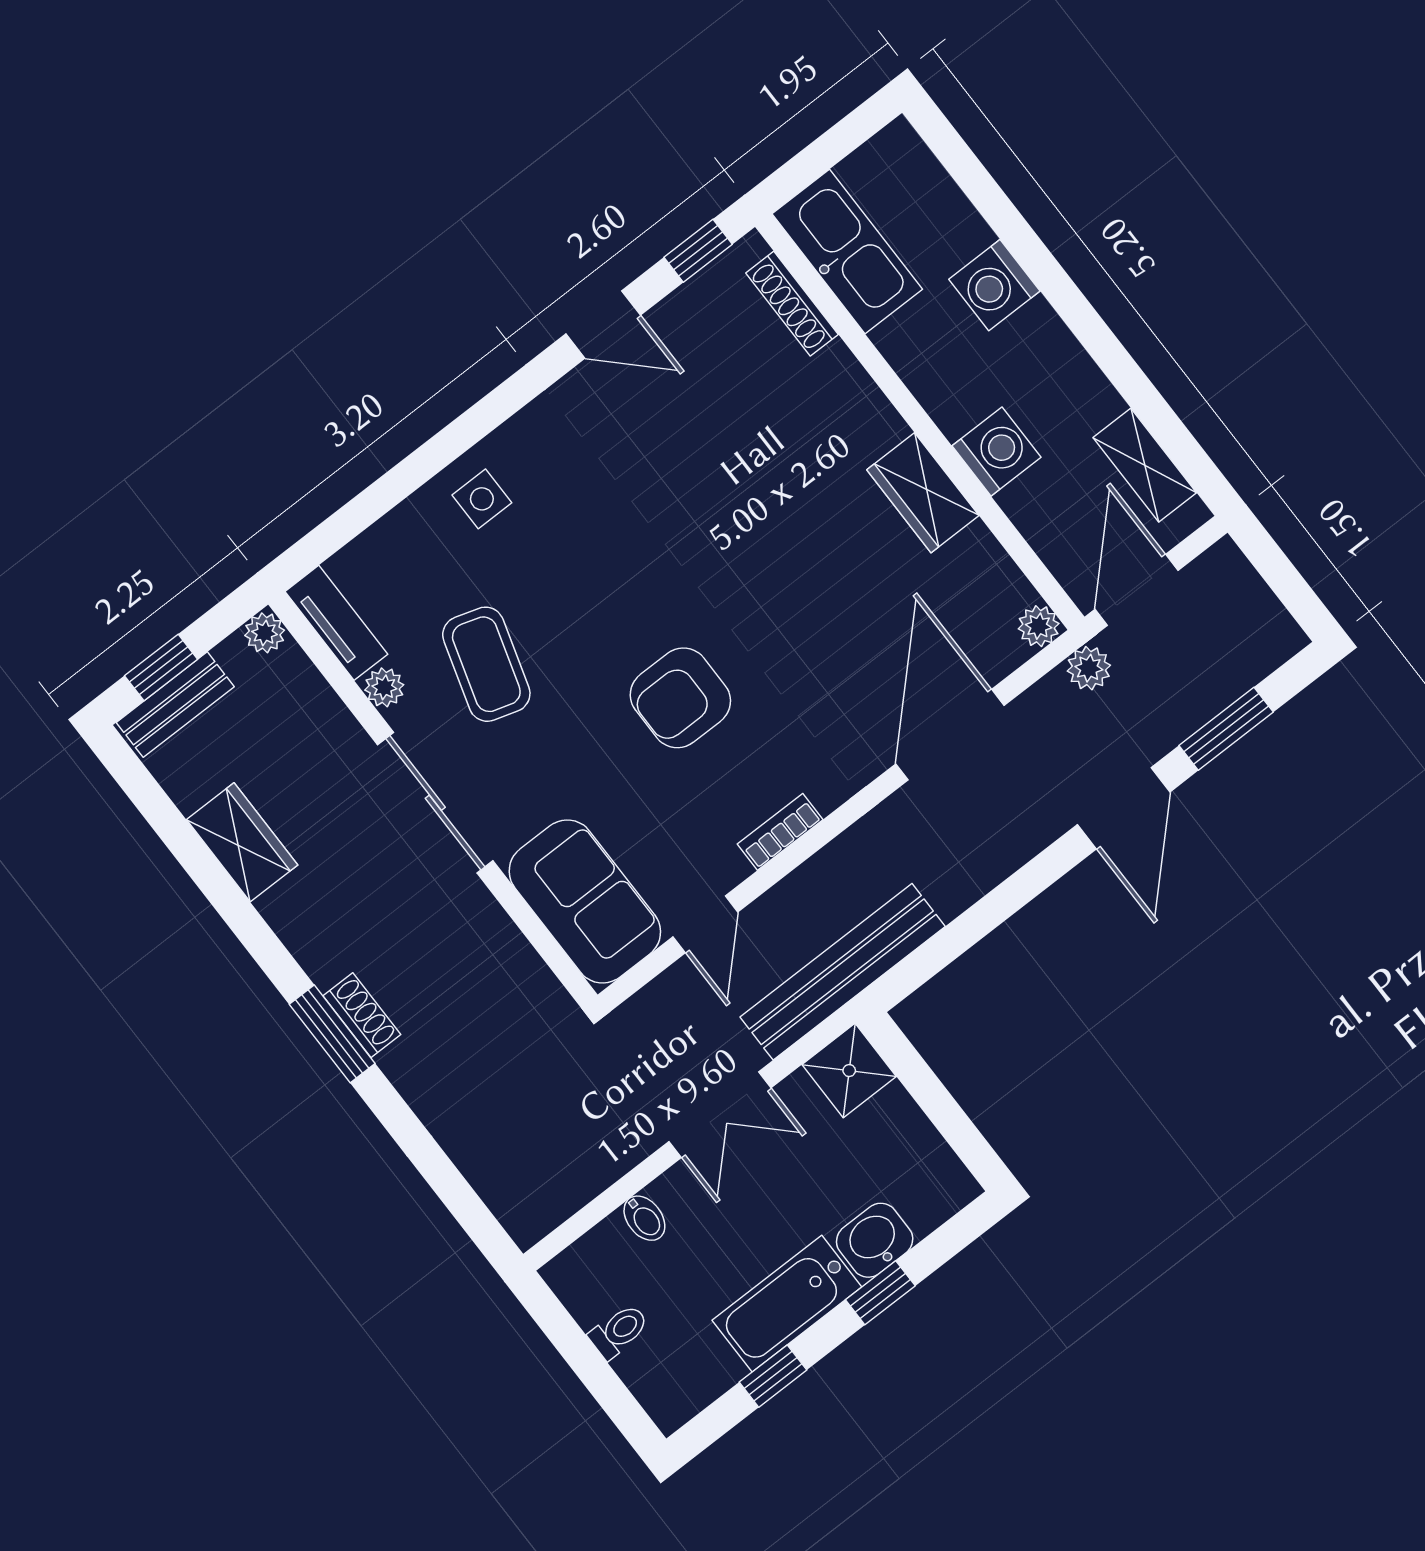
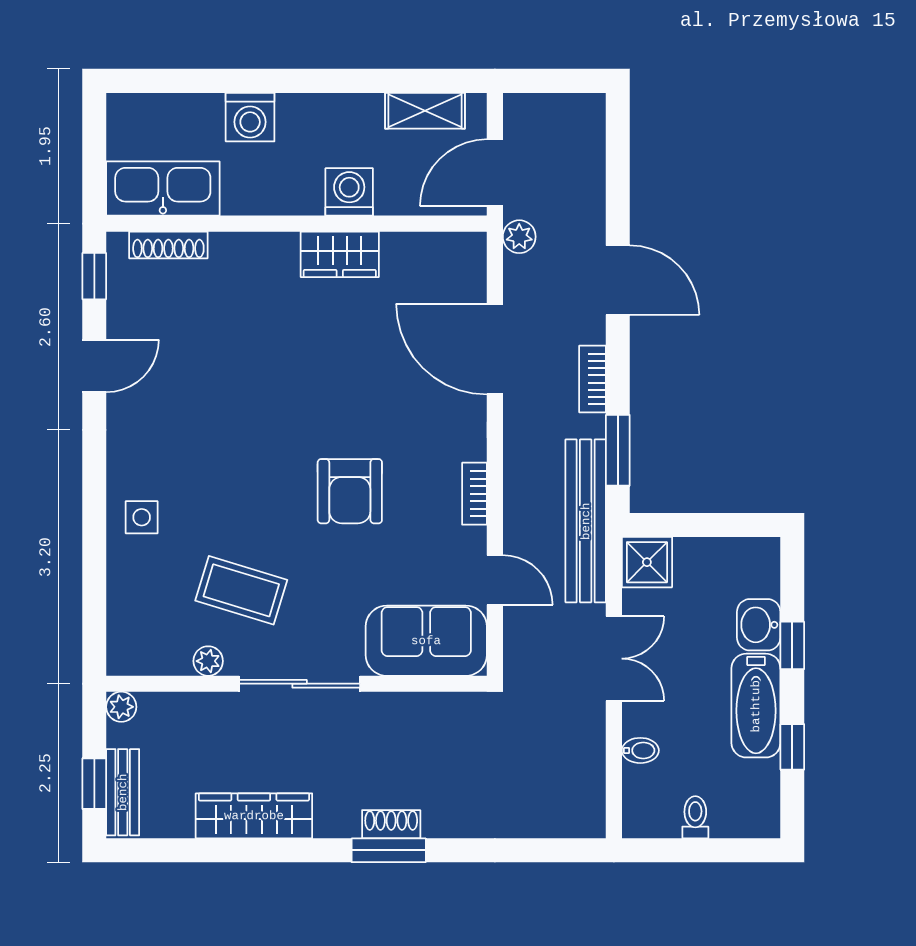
door: (1137, 590) -> (495, 173), hinge flipped
tv unit: (336, 623) -> (148, 660), removed
plant: (1039, 626) -> (471, 247), removed
window: (1226, 729) -> (618, 450), moved
wardrobe: (242, 842) -> (254, 816), width x1.50
bookcase: (998, 863) -> (593, 379), added

